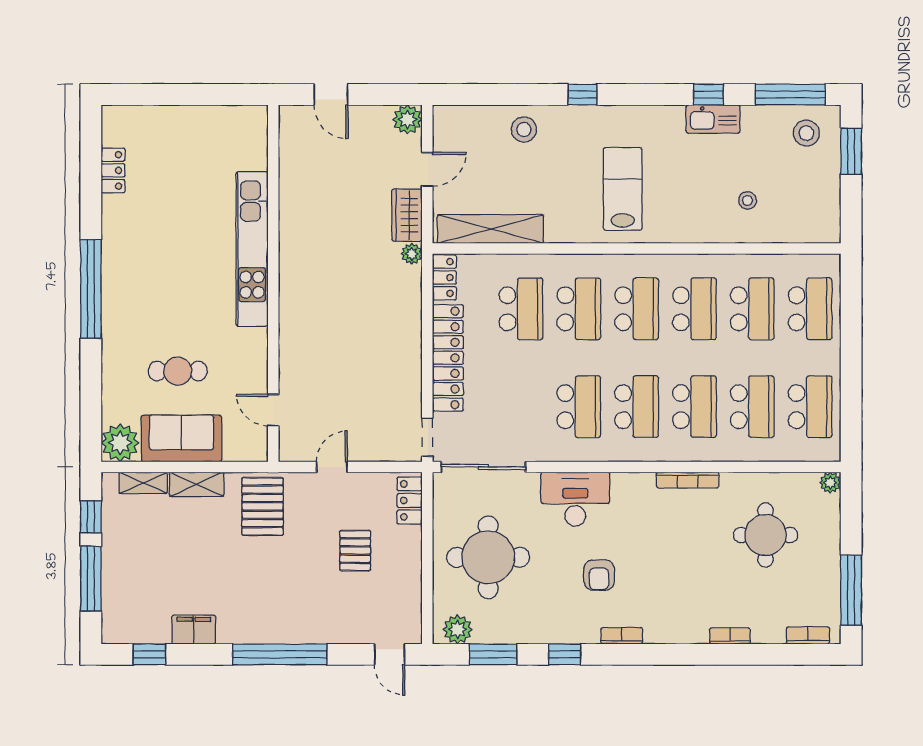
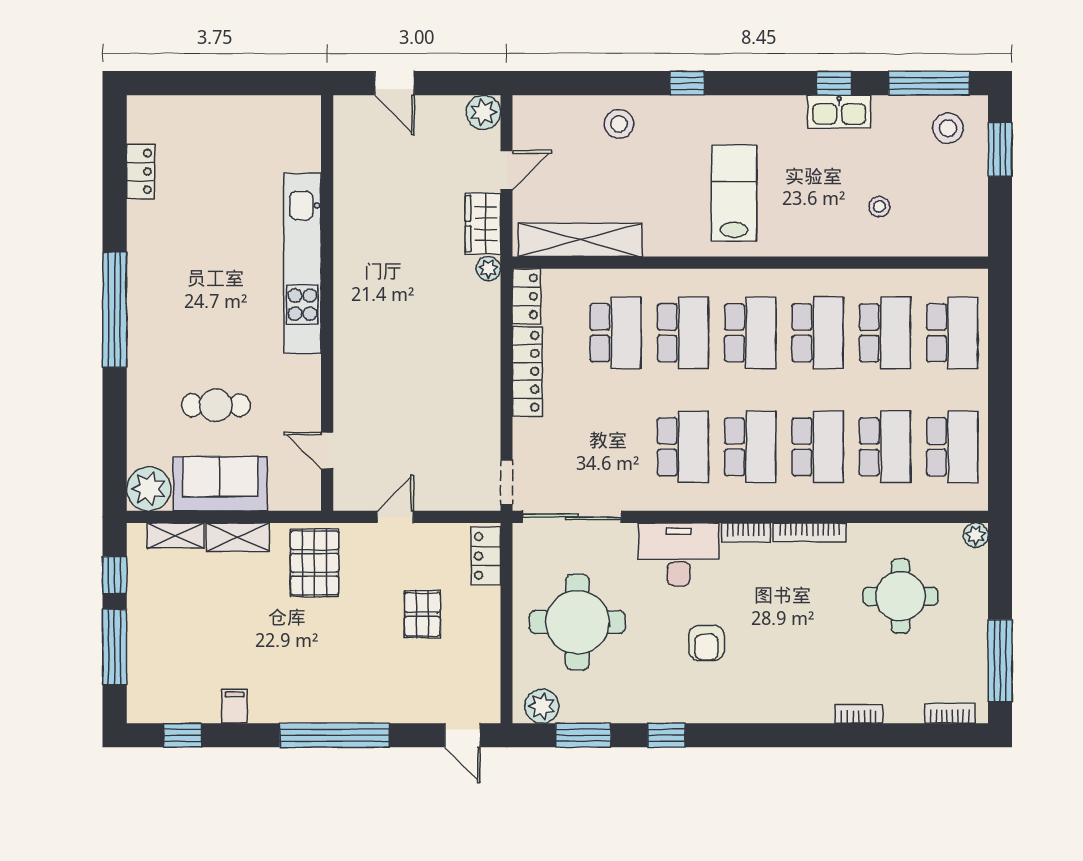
locker: (448, 358) -> (527, 371), width x0.71, depth x0.83
filing cabinet: (194, 630) -> (234, 706), width x0.50
bookcase: (622, 636) -> (746, 533), moved, turned 180

